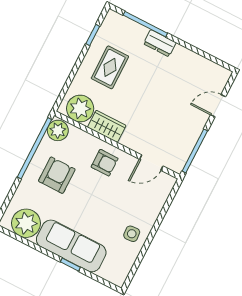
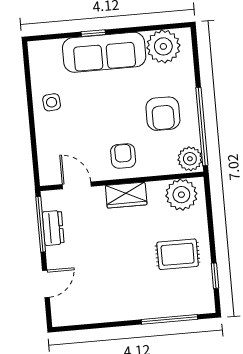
dresser: (160, 43) -> (53, 228), moved, turned 90
rug: (110, 67) -> (178, 254), turned 90
wardrobe: (107, 126) -> (126, 195), moved
armchair: (105, 163) -> (123, 156), turned 90
door: (151, 163) -> (77, 185), hinge flipped

